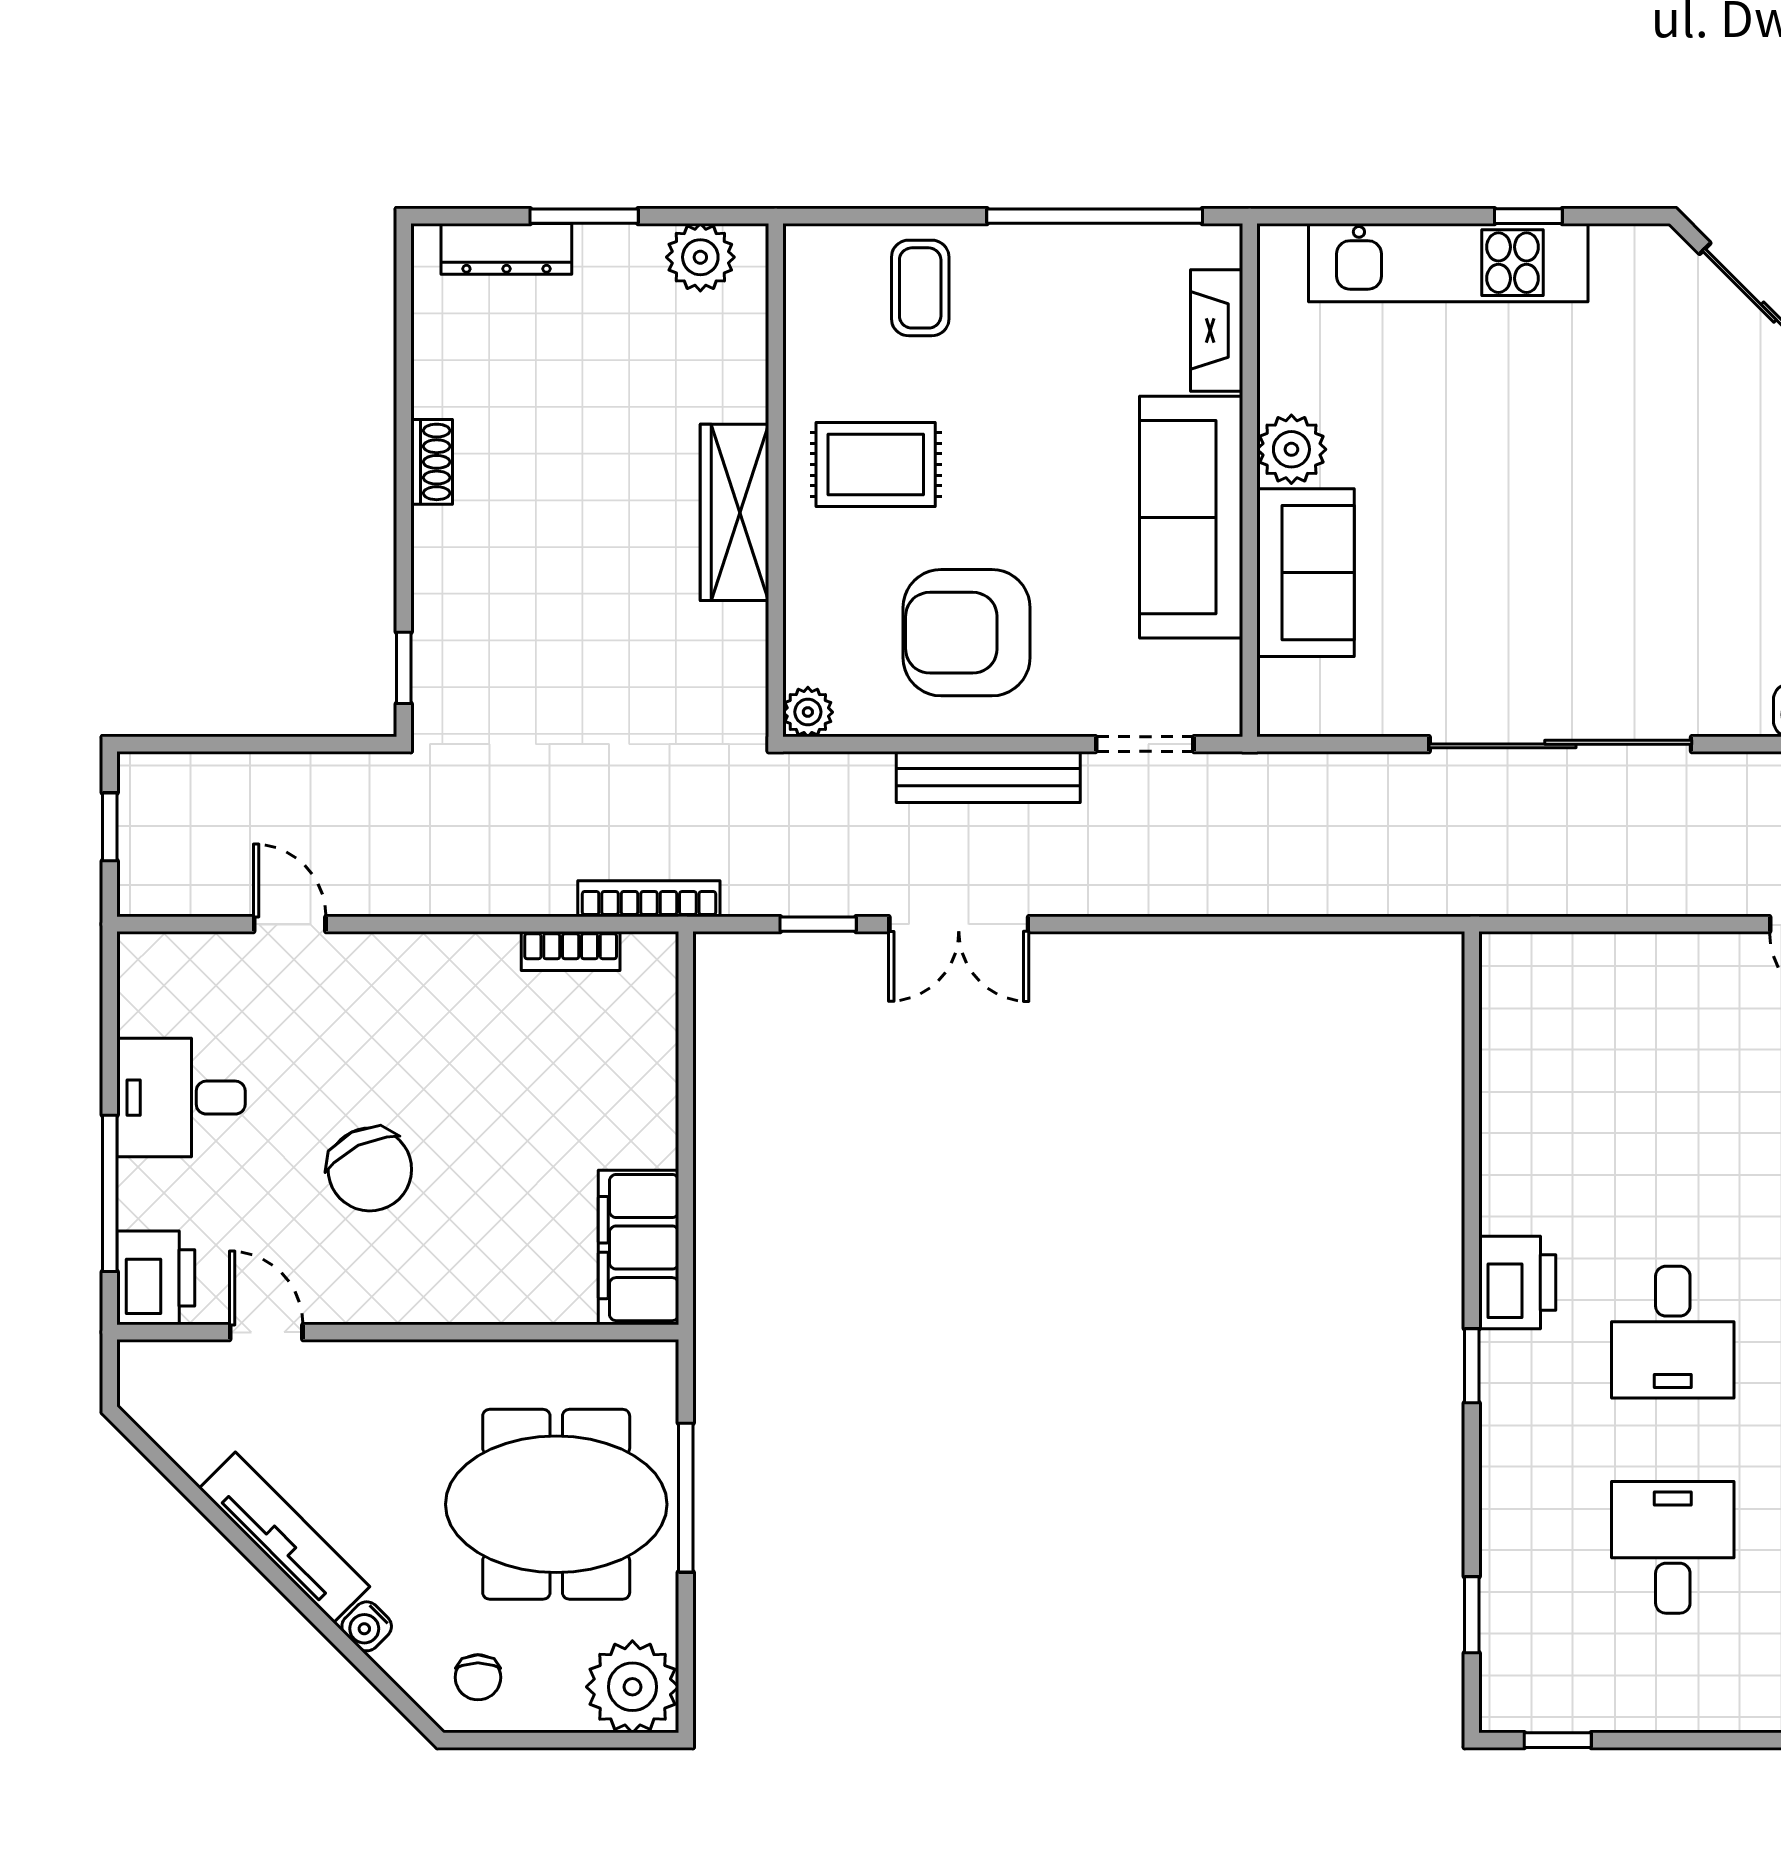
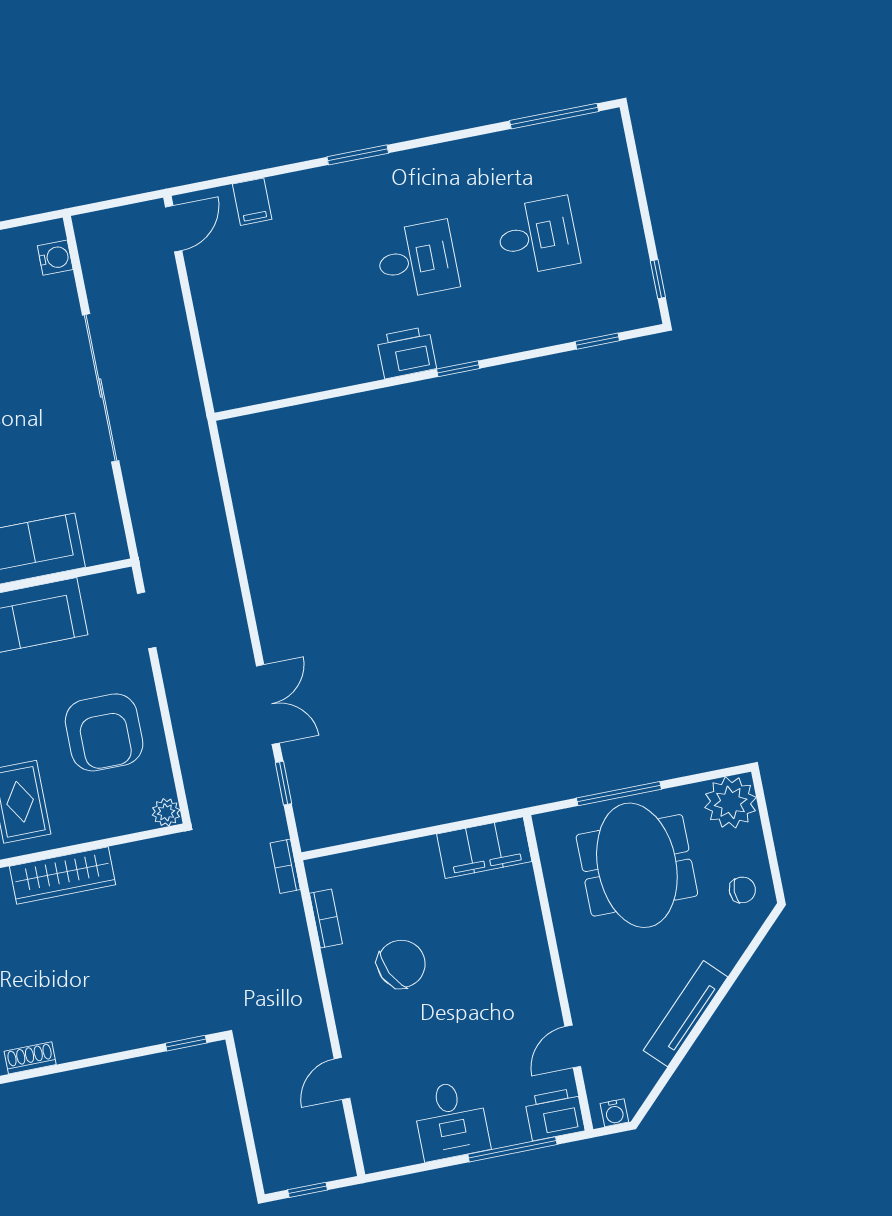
shoe rack: (432, 462) -> (30, 1058), moved
bench: (988, 777) -> (182, 704), removed
bookcase: (649, 899) -> (285, 866), width x0.64
chair: (370, 1169) -> (401, 964), moved
desk: (1673, 1547) -> (537, 236), turned 180
water cooler: (367, 1626) -> (614, 1113), moved, turned 45

